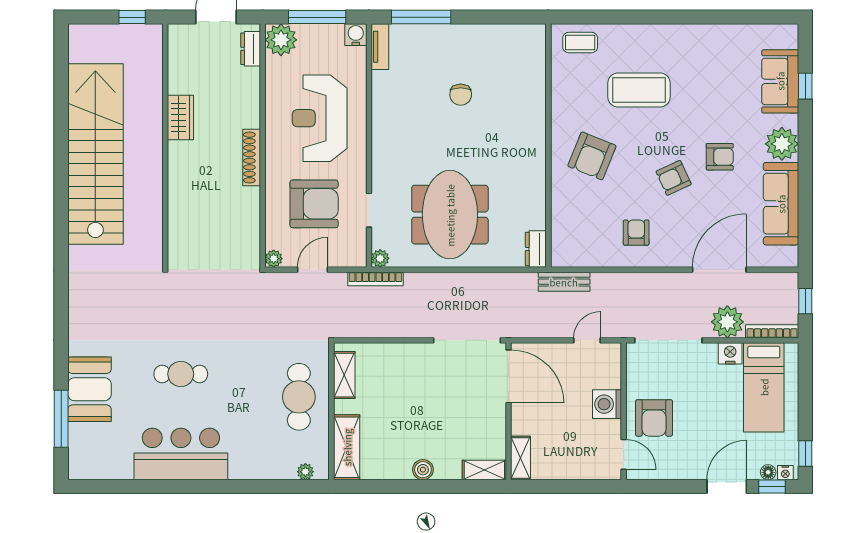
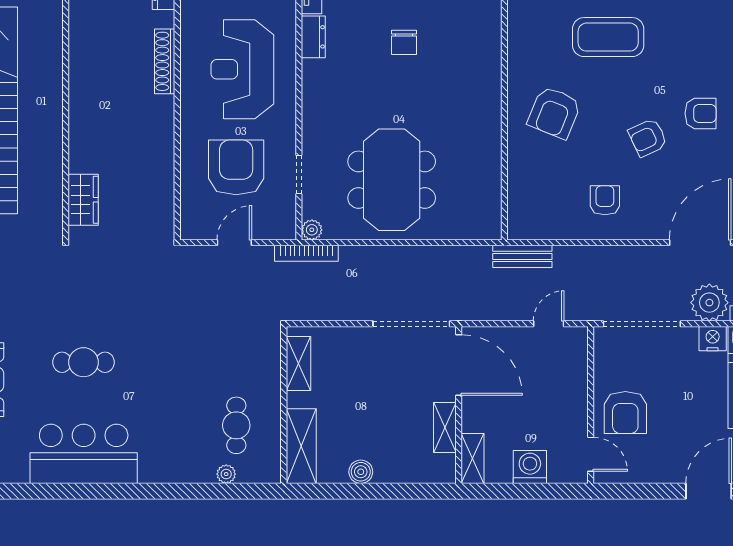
wardrobe: (180, 118) -> (83, 200), moved
shoe rack: (252, 157) -> (165, 61), moved
armchair: (314, 204) -> (236, 167), turned -90
dresser: (536, 249) -> (313, 37), moved, turned 180
plant: (274, 259) -> (190, 230), removed
shelving: (344, 375) -> (298, 363), moved
cafe table: (299, 397) -> (236, 425), moved, width x0.73, depth x0.74
washing machine: (607, 404) -> (530, 467), moved, turned 90
wall: (331, 411) -> (284, 405), moved
shelving: (347, 447) -> (301, 446), moved
shelving: (484, 470) -> (445, 428), moved, turned 90

